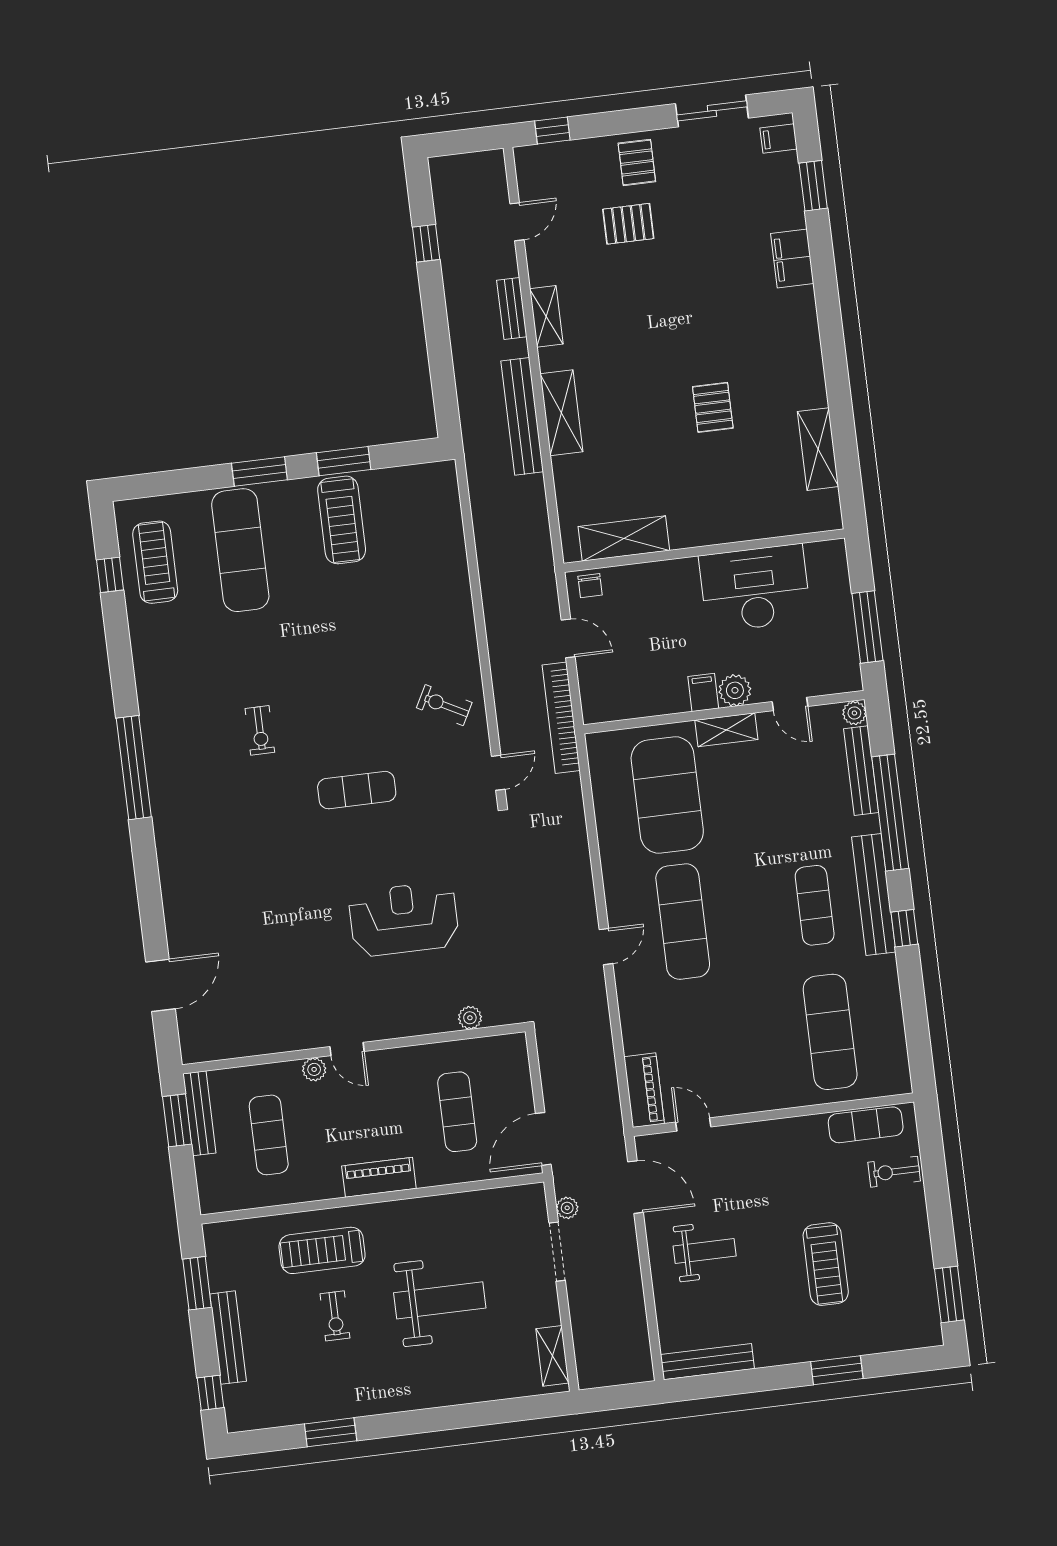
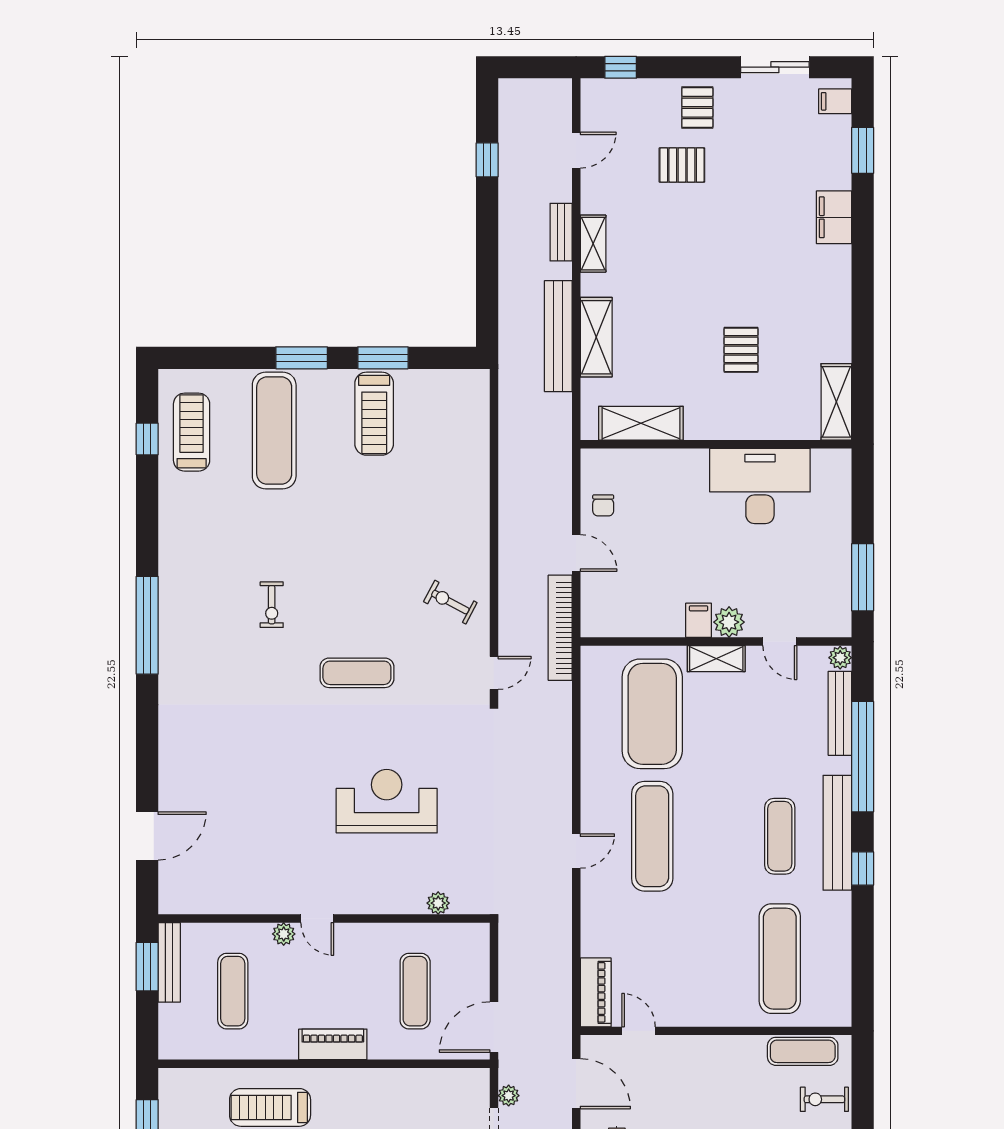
shelving: (624, 538) -> (641, 423), moved
wall: (704, 551) -> (716, 444), moved
desk: (755, 588) -> (760, 486), moved

